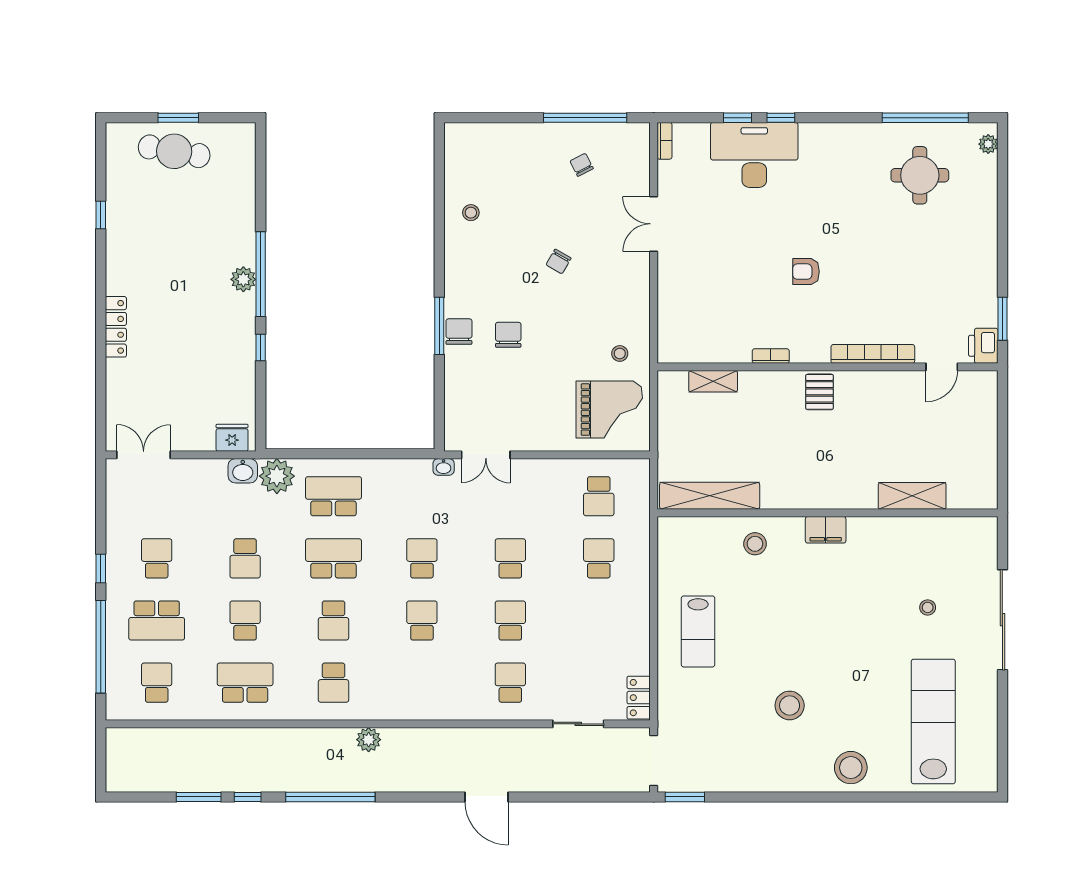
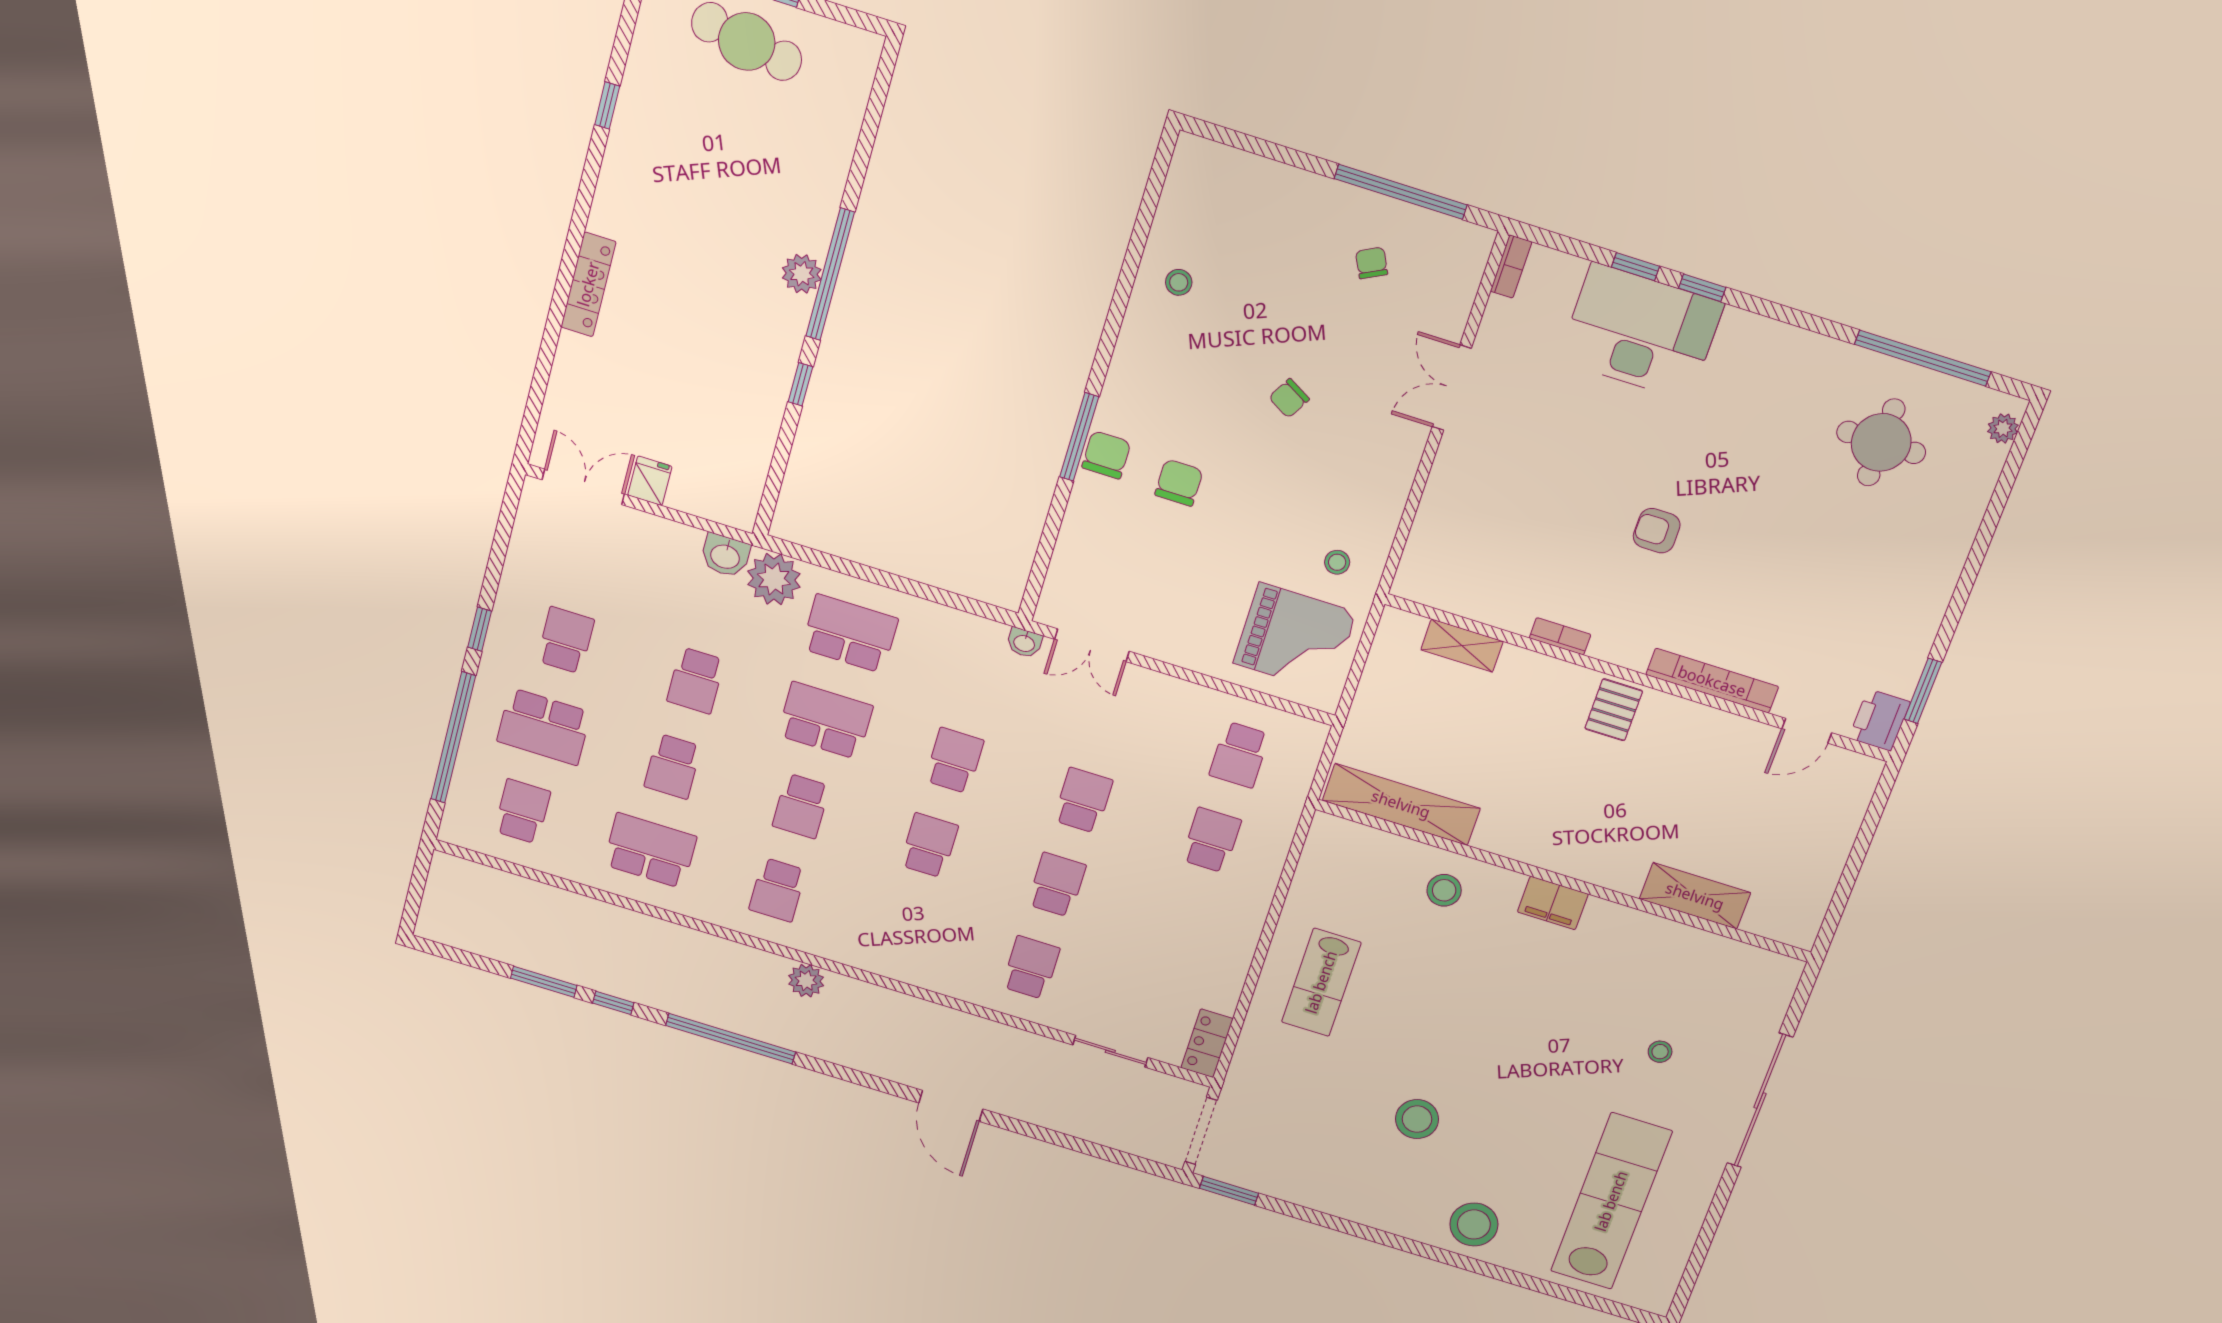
fridge: (232, 438) -> (650, 481), moved, width x0.72
school desk: (245, 621) -> (673, 766), turned 180

